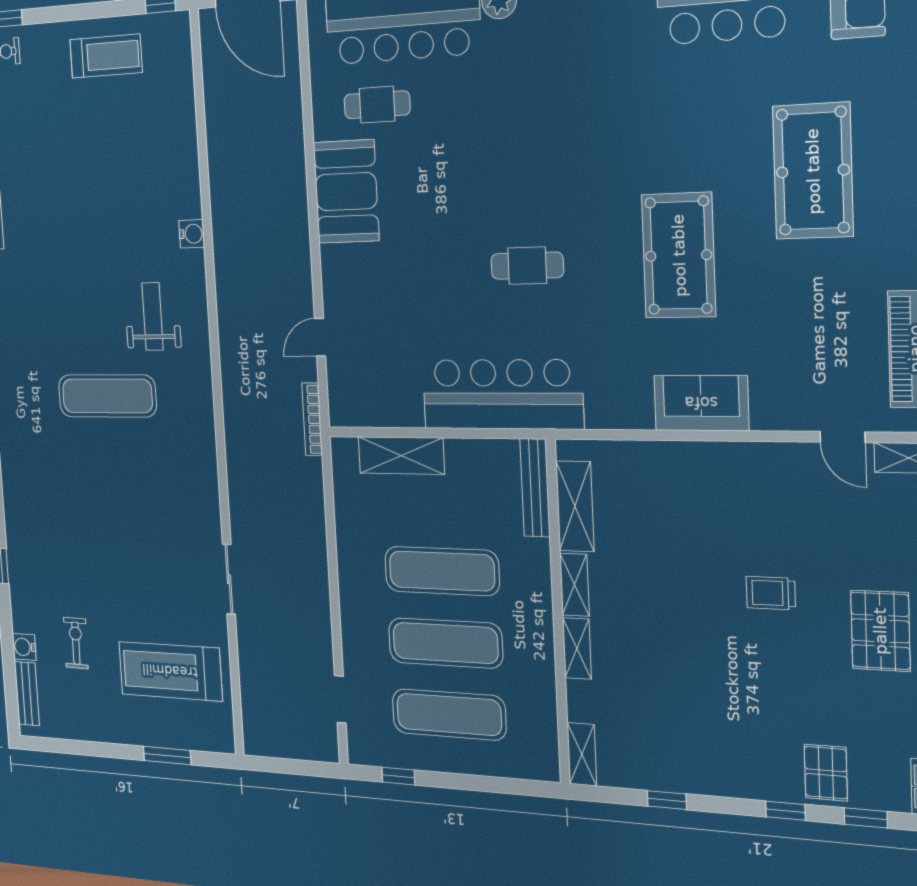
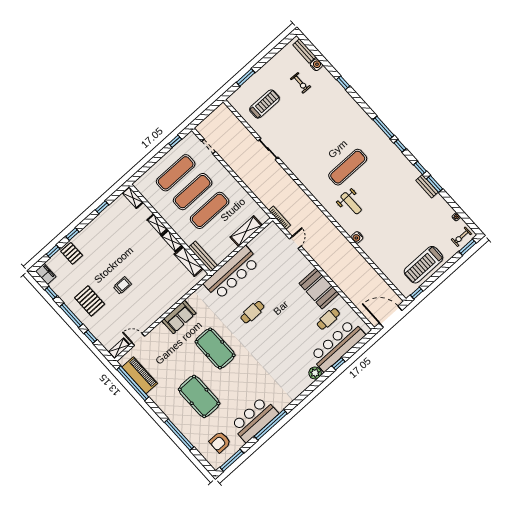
treadmill: (106, 56) -> (423, 265), width x1.37, depth x1.38
treadmill: (170, 671) -> (265, 104), width x0.73, depth x0.73

